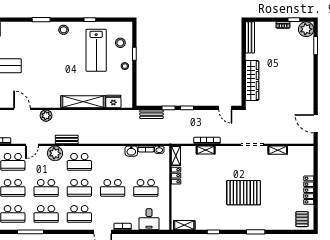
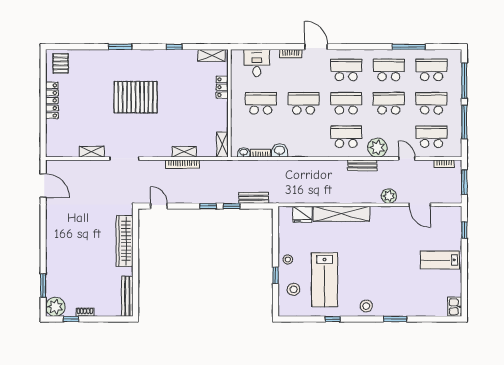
lab bench: (96, 50) -> (325, 280), turned 180
door: (32, 145) -> (407, 159), hinge flipped
locker: (176, 176) -> (222, 87), moved

